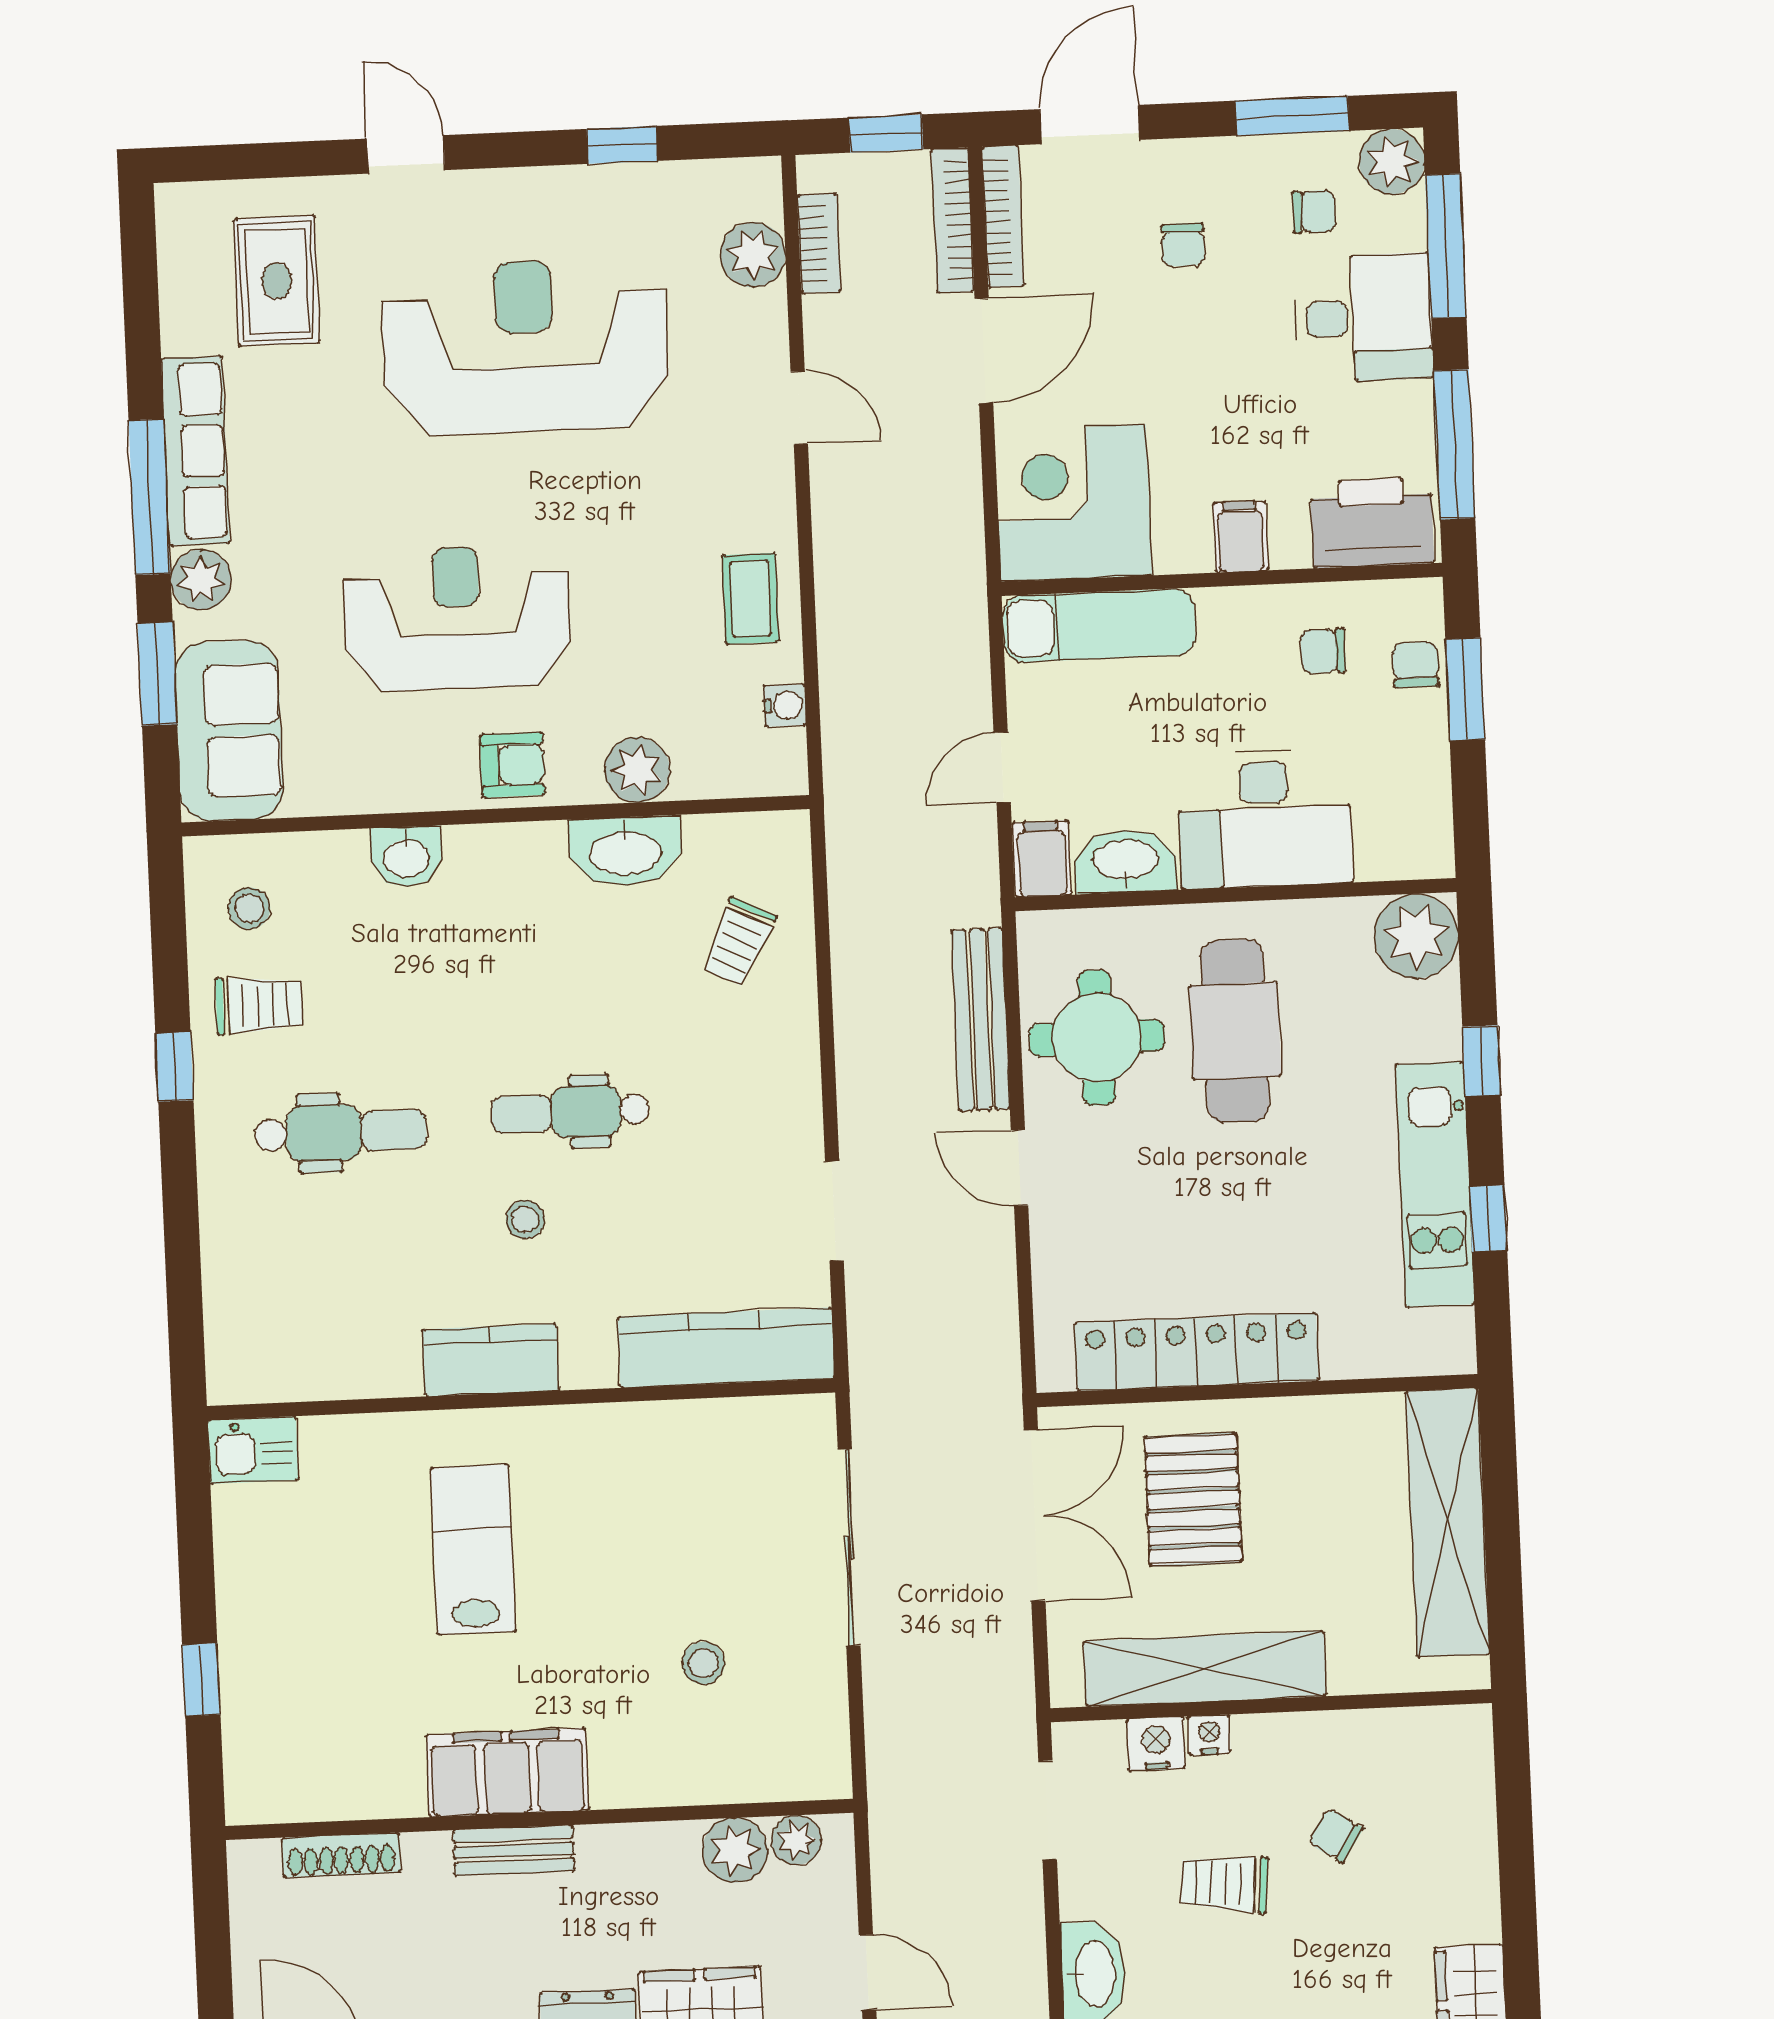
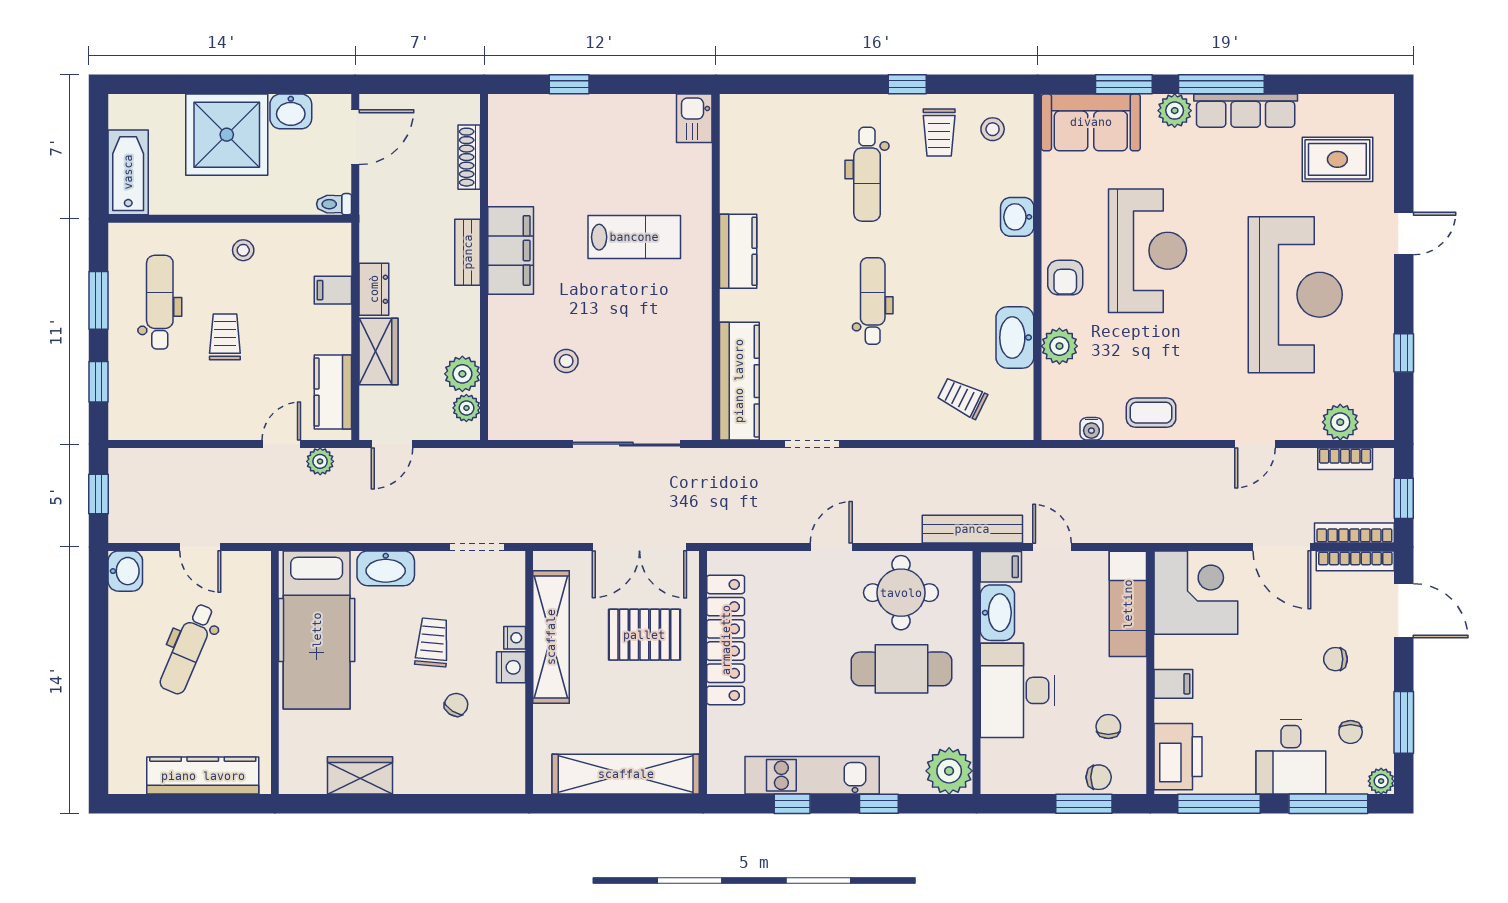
plant: (1392, 162) -> (1381, 781), width x0.73, depth x0.73
bench: (981, 1020) -> (972, 529), moved
stool: (525, 1219) -> (815, 274), removed
nightstand: (1156, 1744) -> (511, 667), moved

